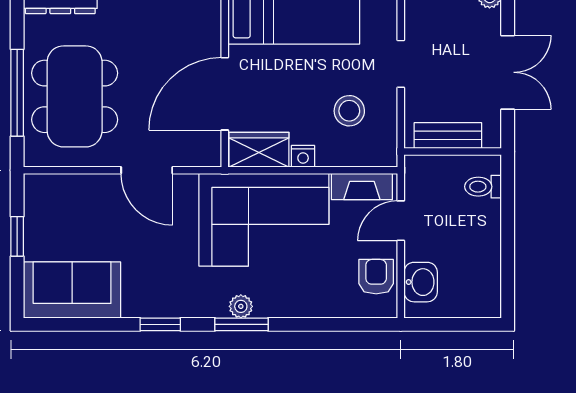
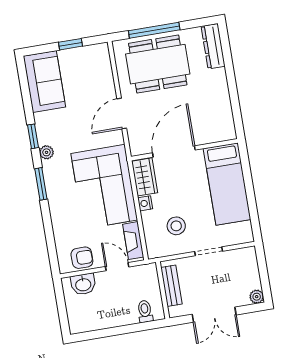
door: (225, 94) -> (174, 151), hinge flipped
plant: (241, 306) -> (46, 152), moved

